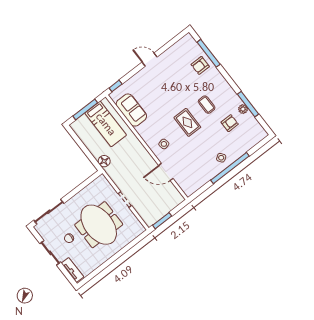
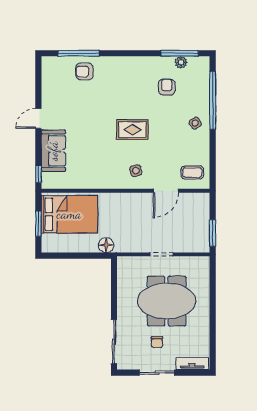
armchair: (200, 65) -> (84, 72), turned 90
window: (248, 104) -> (180, 53), moved
coffee table: (207, 105) -> (192, 172), moved
window: (85, 109) -> (38, 224), width x0.69
plant: (243, 109) -> (181, 62), moved
sofa: (131, 110) -> (53, 151), moved, turned 90
bed: (106, 124) -> (69, 214), width x1.50
window: (230, 168) -> (213, 100), moved

